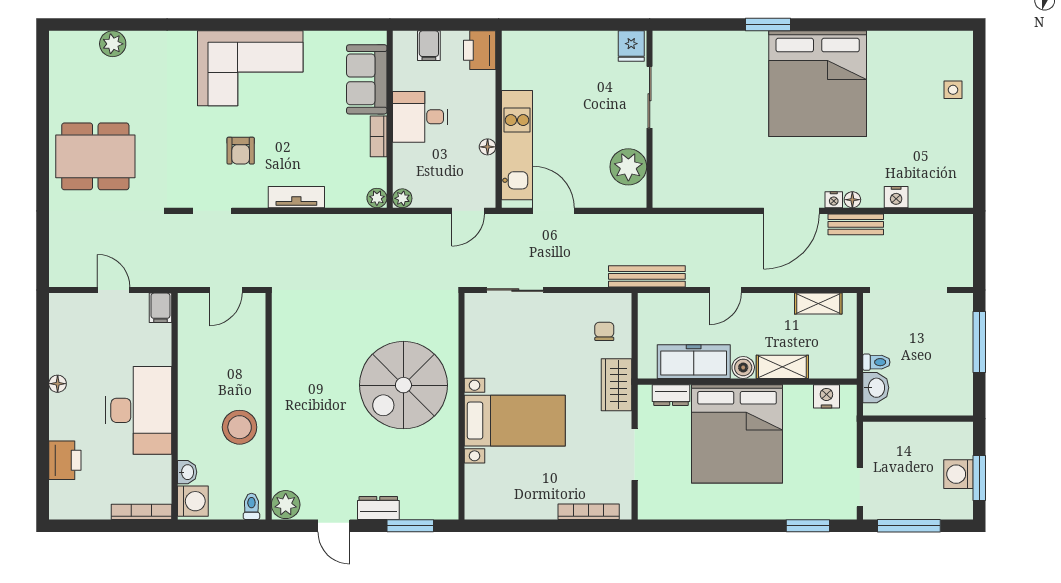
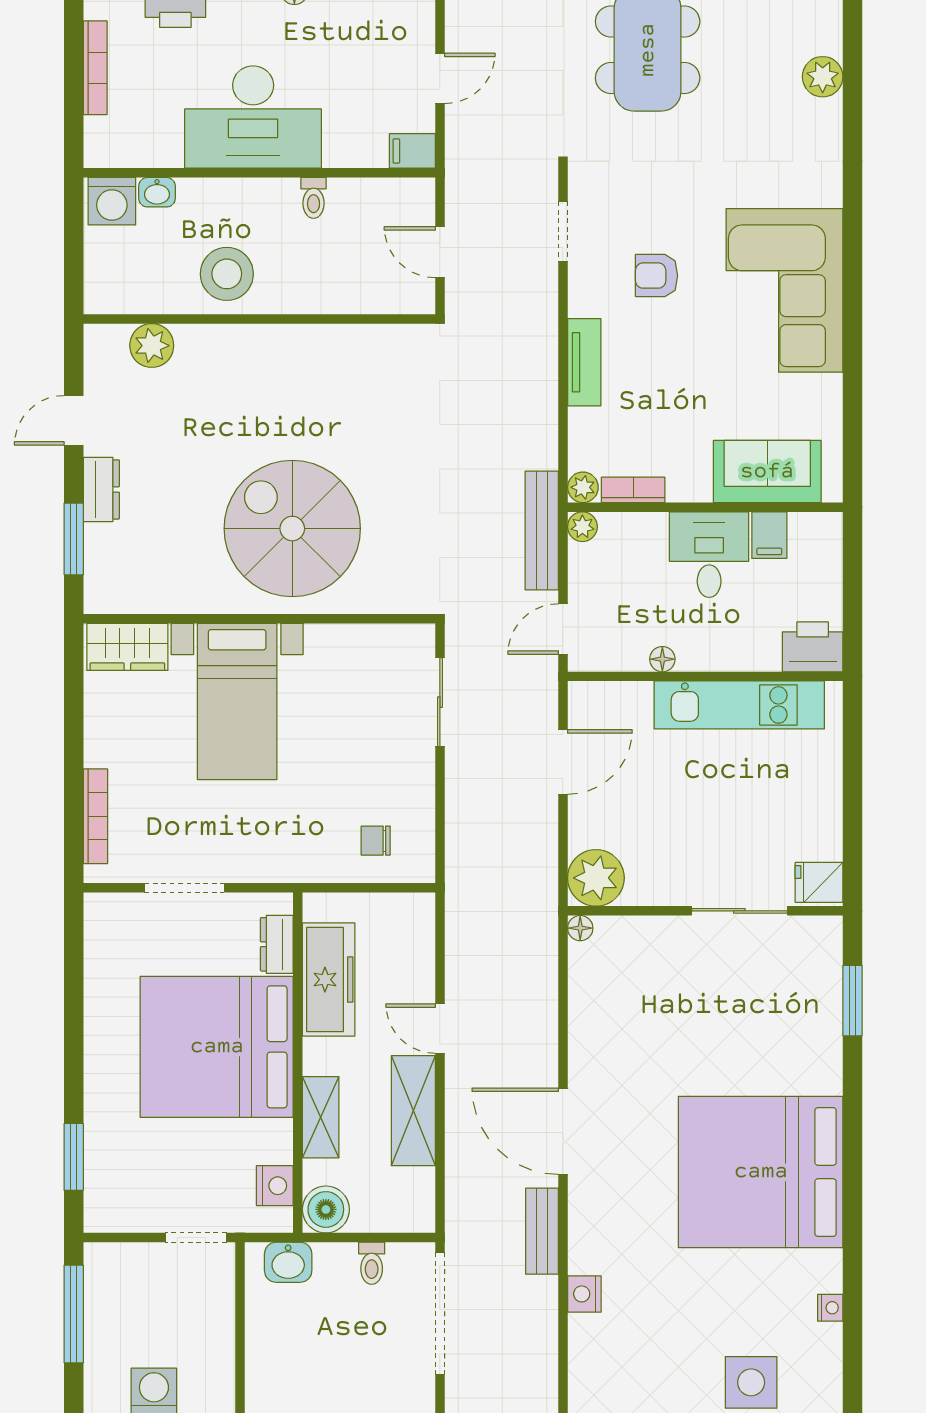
window: (768, 25) -> (852, 1001), moved
filing cabinet: (429, 46) -> (769, 535), moved, turned -90
side table: (953, 90) -> (751, 1382), width x1.87, depth x1.87
bookcase: (379, 136) -> (633, 490), moved
kitchen unit: (517, 145) -> (739, 705), moved
plant: (628, 167) -> (596, 878), moved
nightstand: (834, 200) -> (830, 1308), moved, turned 180
floor lamp: (852, 200) -> (580, 928), moved
door: (468, 211) -> (563, 629), hinge flipped
bench: (647, 276) -> (542, 531), moved
shelving: (818, 304) -> (413, 1111), moved, width x1.50, depth x1.33
chair: (604, 331) -> (376, 841), turned 180
toilet: (876, 362) -> (372, 1263), moved
boiler: (743, 367) -> (326, 1209), moved, width x1.36, depth x1.36
wardrobe: (617, 385) -> (127, 647), moved, turned 180
doorway: (860, 487) -> (196, 1238), moved
plant: (286, 505) -> (152, 346), moved
toilet: (251, 506) -> (314, 198), moved, turned 90
bookcase: (141, 512) -> (95, 68), moved

